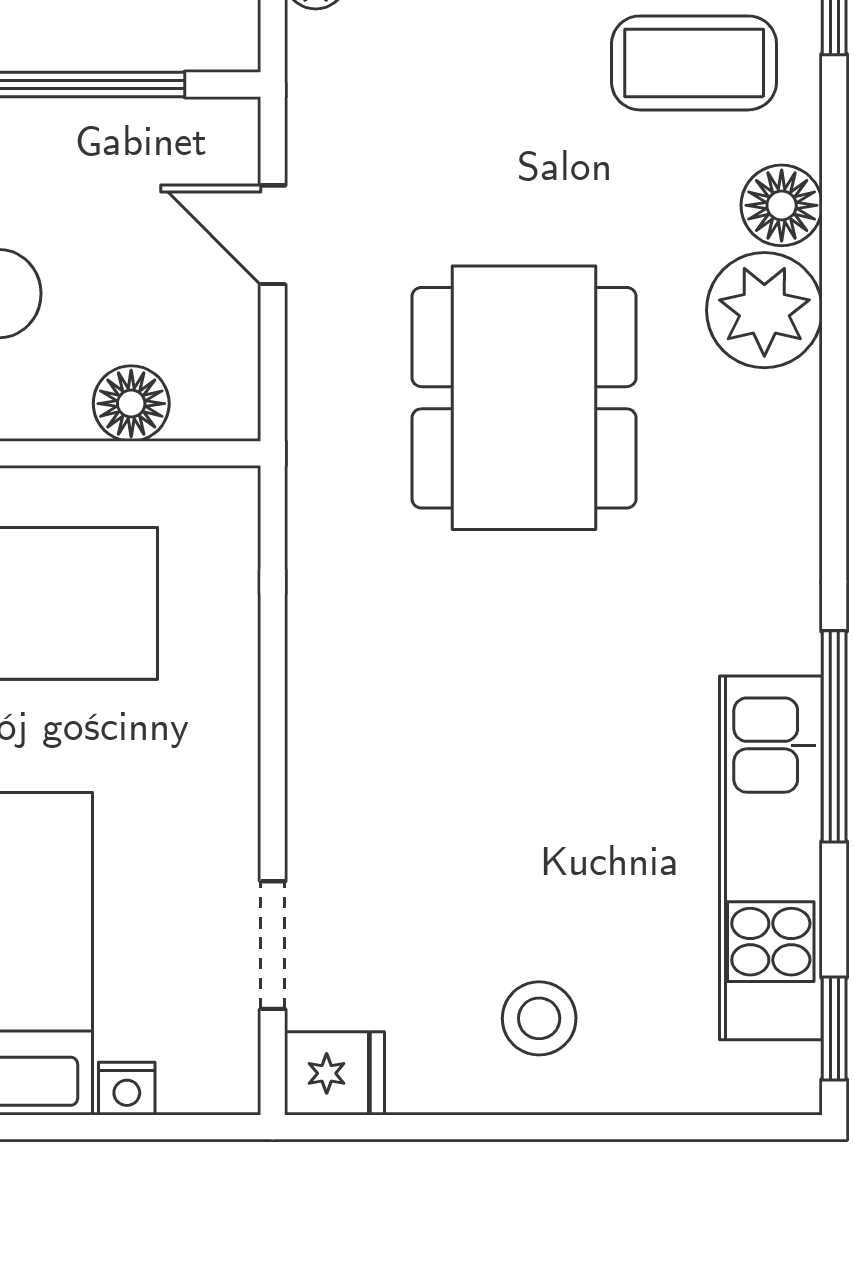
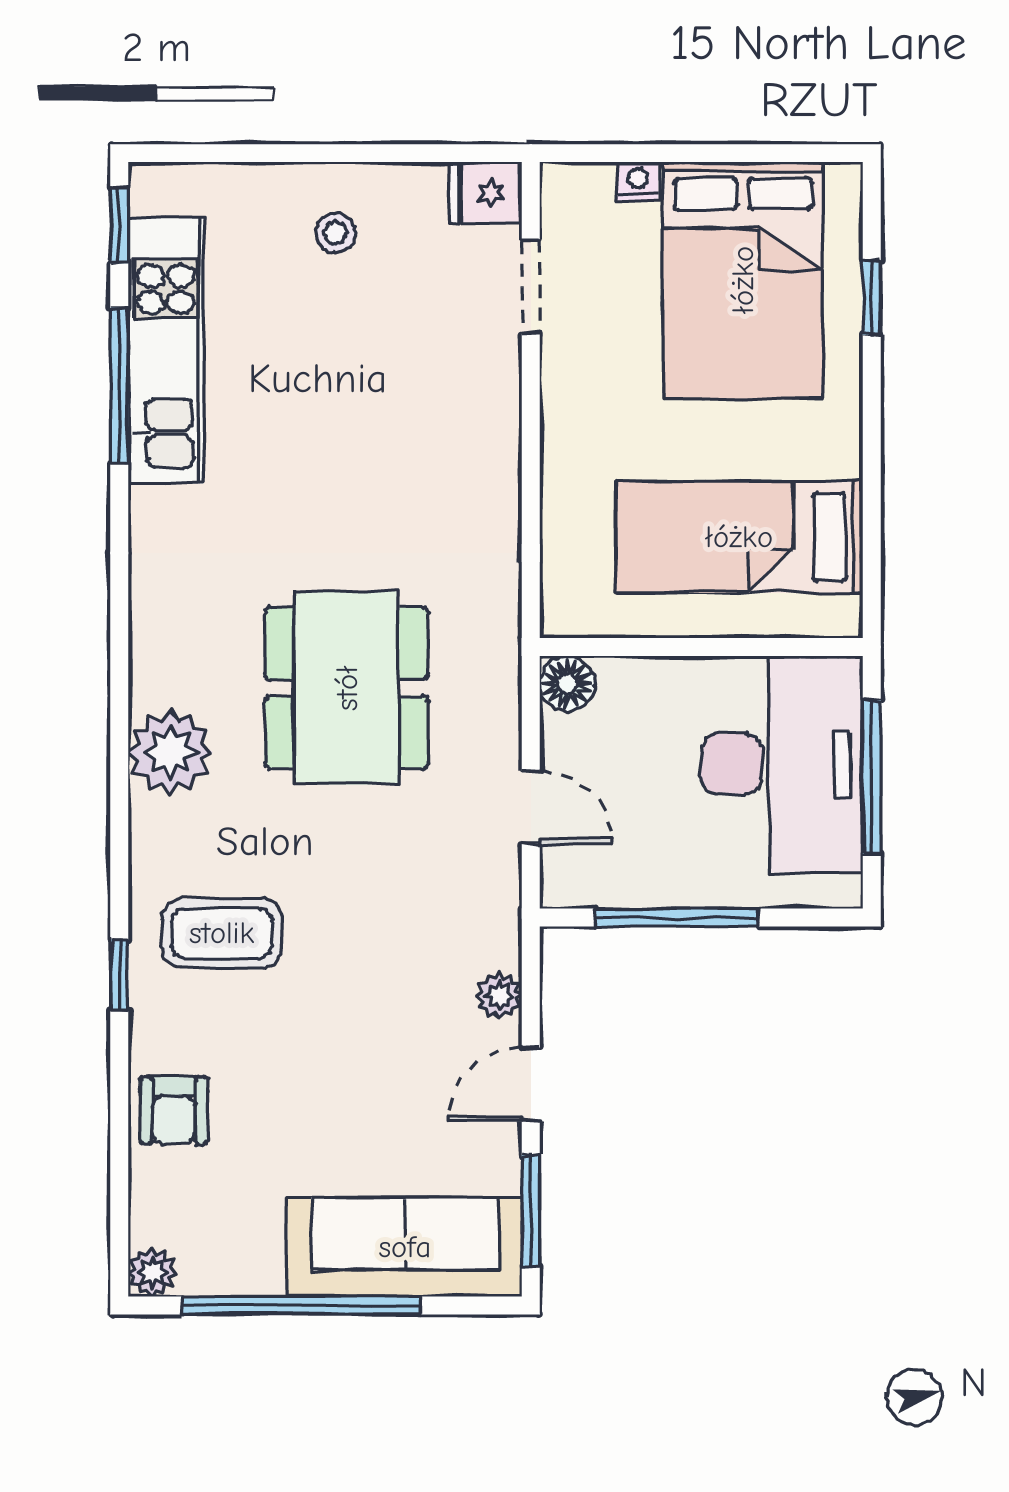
floor lamp: (782, 205) -> (158, 829), removed
floor lamp: (131, 404) -> (567, 684), moved
window: (834, 736) -> (119, 385), moved
stool: (539, 1018) -> (335, 233), width x0.73, depth x0.73

